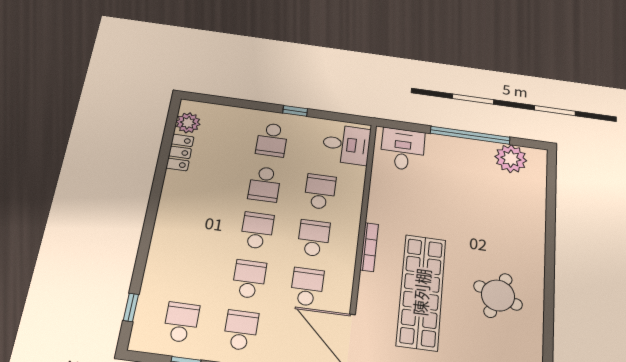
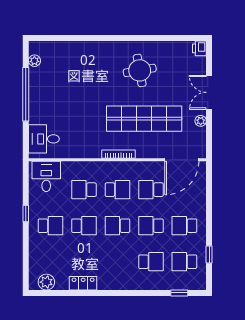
locker: (180, 152) -> (83, 283), moved
plant: (511, 159) -> (34, 61), width x0.53, depth x0.53
school desk: (314, 238) -> (117, 190), turned 180
school desk: (191, 271) -> (151, 262), added
round table: (498, 295) -> (140, 70), turned -31

